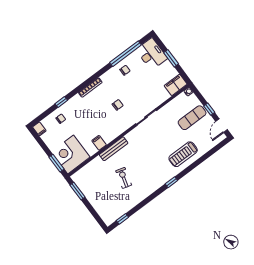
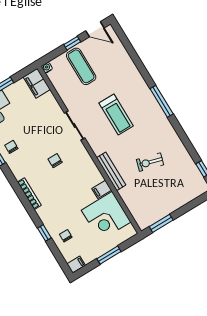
corner desk: (71, 154) -> (106, 216), moved
treadmill: (183, 154) -> (116, 114), moved
window: (56, 163) -> (109, 255), moved
window: (171, 182) -> (162, 101), width x2.17

